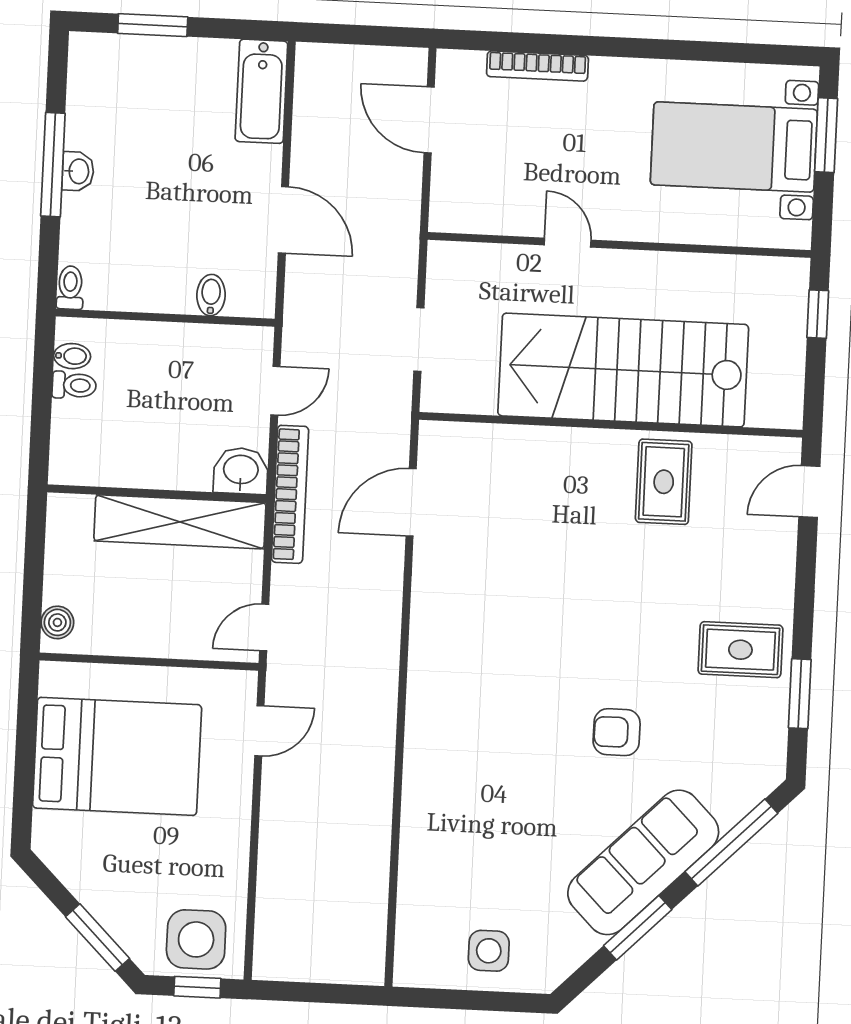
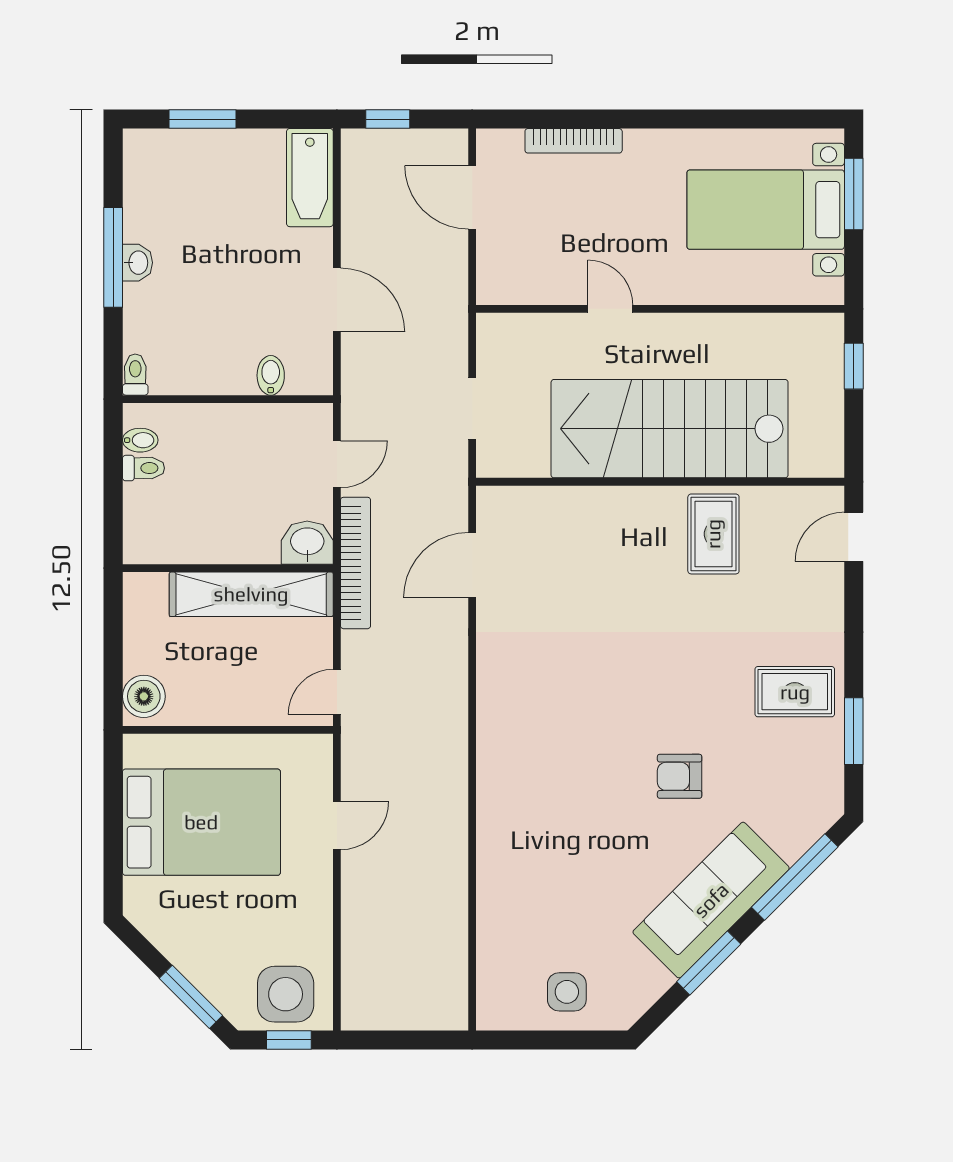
window: (345, 34) -> (388, 119), added
boiler: (57, 622) -> (144, 696), width x1.36, depth x1.36
door: (259, 731) -> (337, 826), moved

